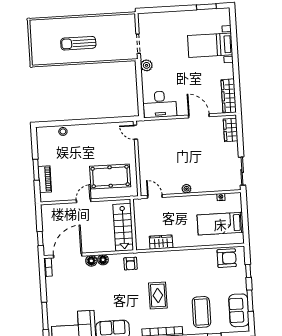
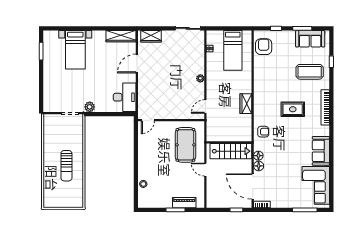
wall: (133, 225) -> (229, 142), moved
stairs: (123, 227) -> (231, 151), moved

